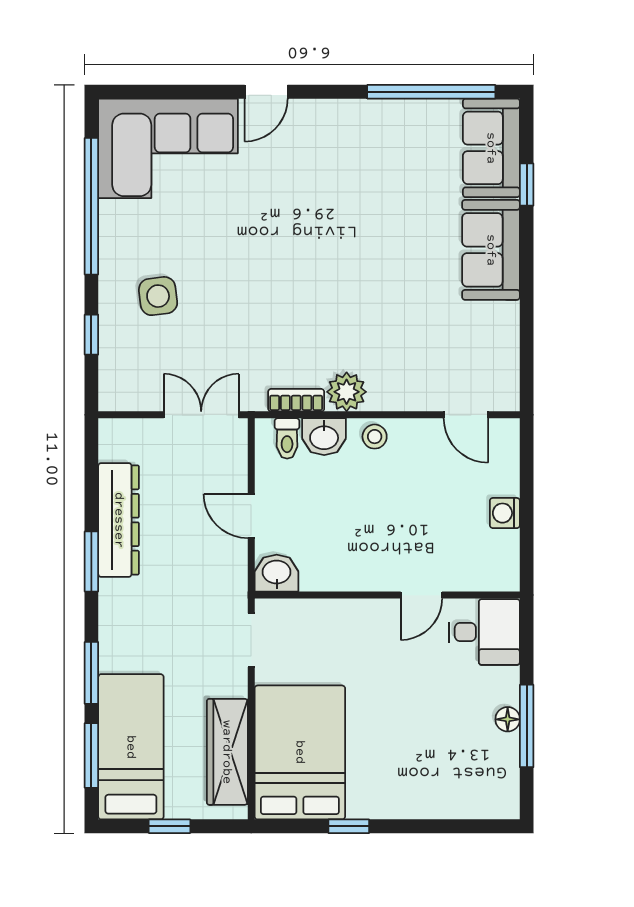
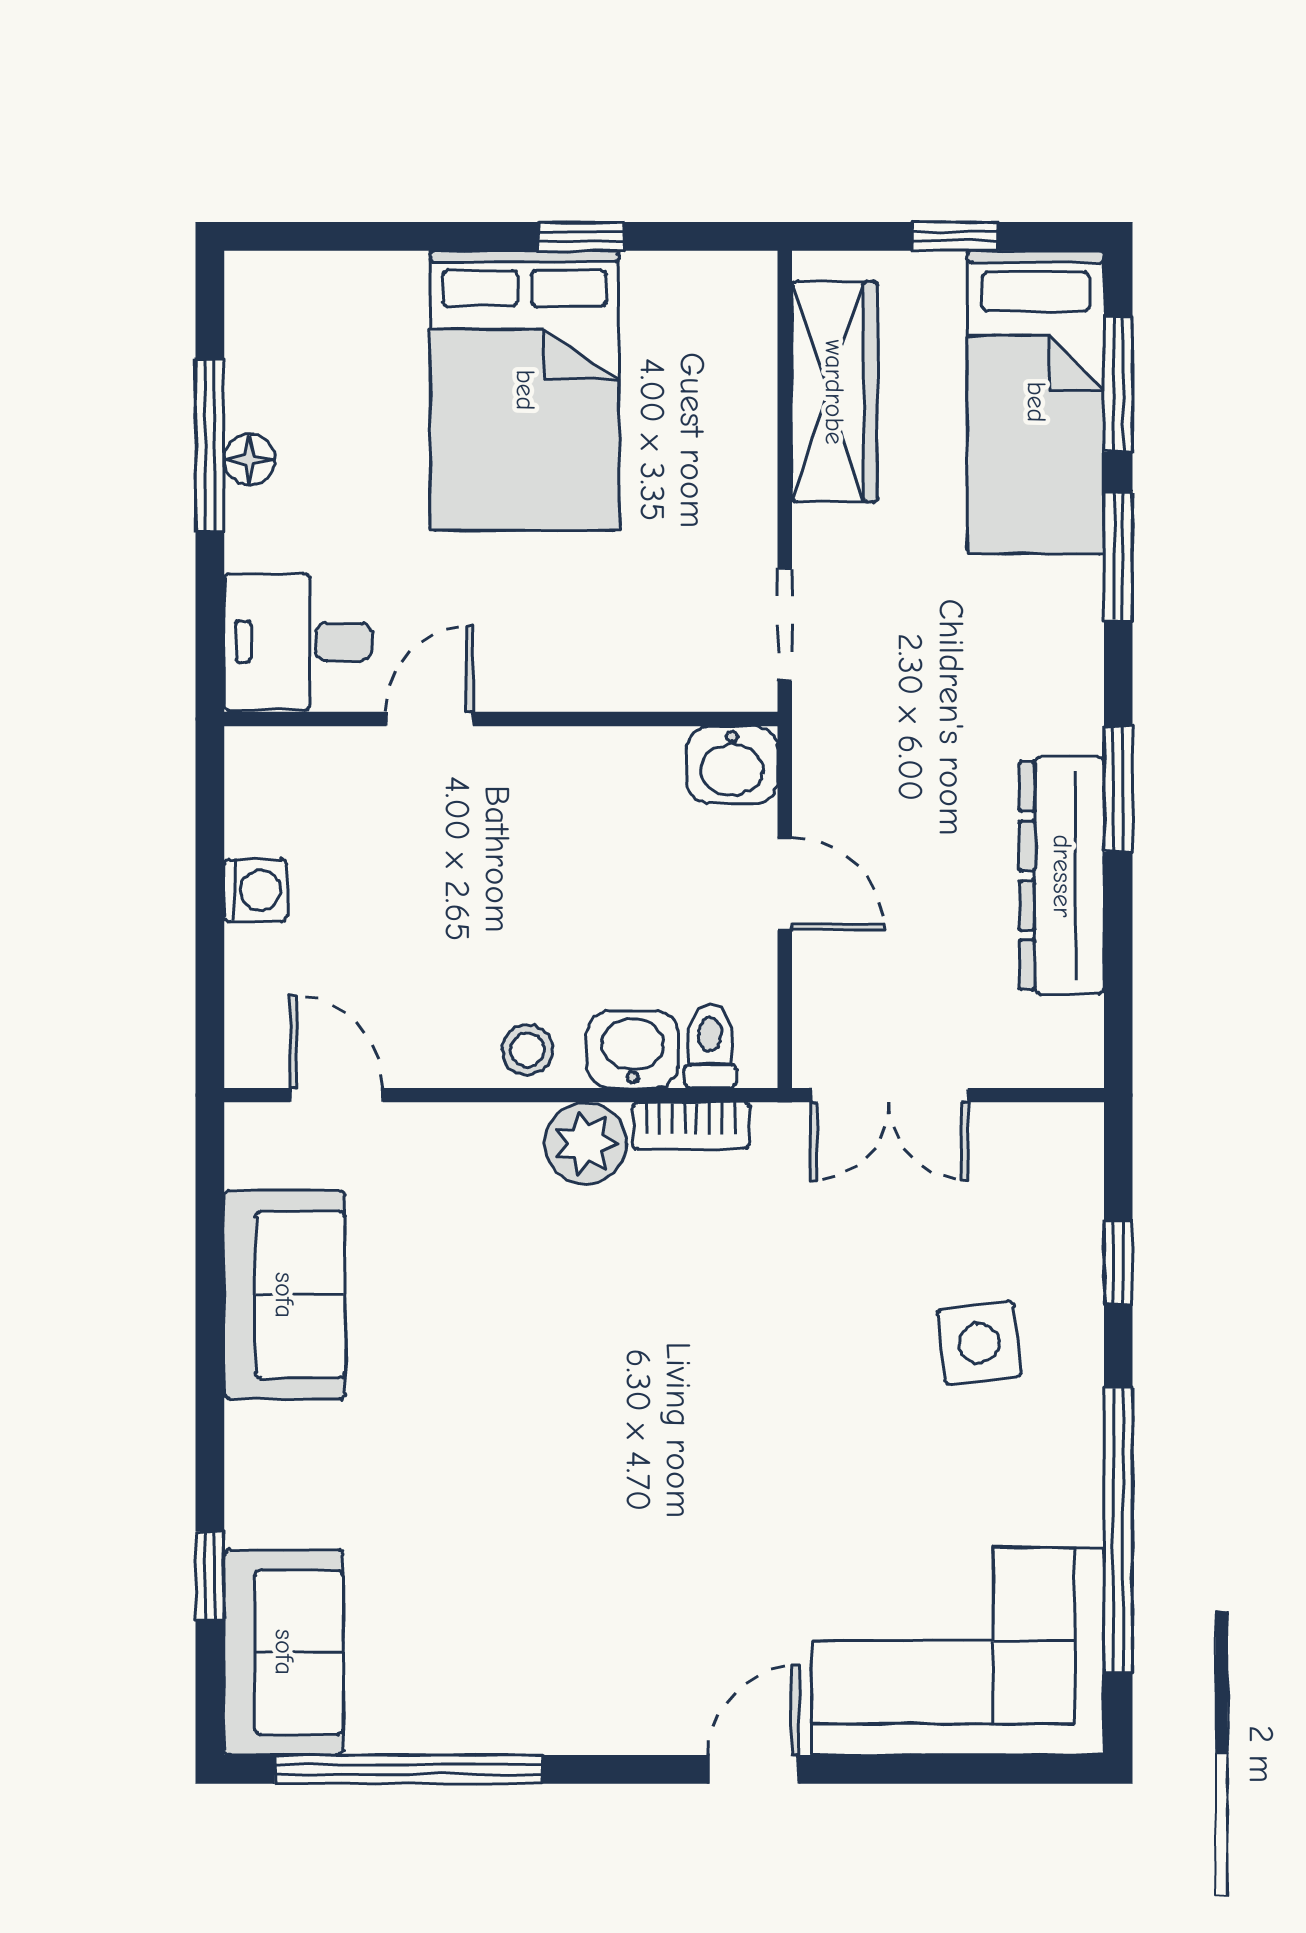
sofa: (491, 250) -> (284, 1295), moved
bed: (300, 752) -> (525, 390), moved

